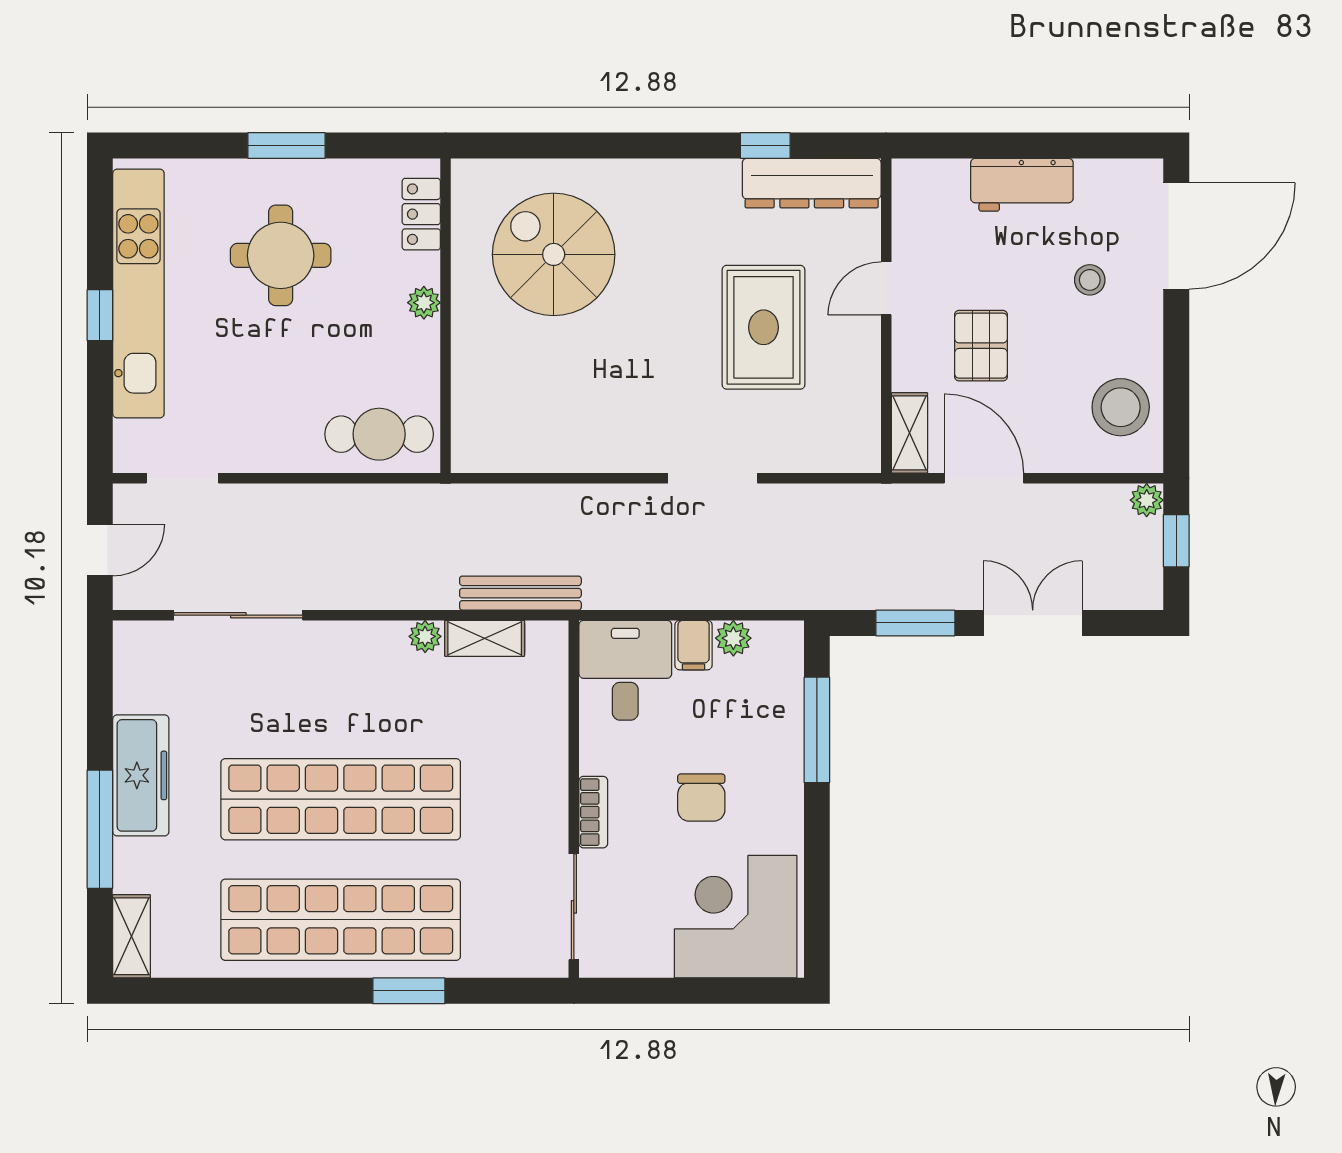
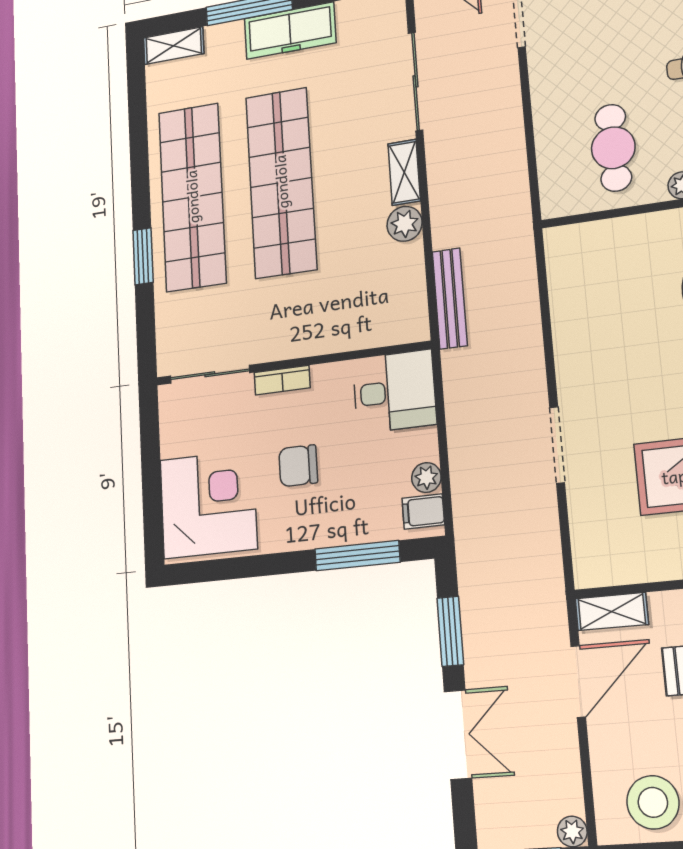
cafe table: (379, 434) -> (613, 148), moved
plant: (425, 636) -> (405, 224), width x1.38, depth x1.38
shelving: (485, 638) -> (404, 172), moved
filing cabinet: (694, 645) -> (423, 512), moved

